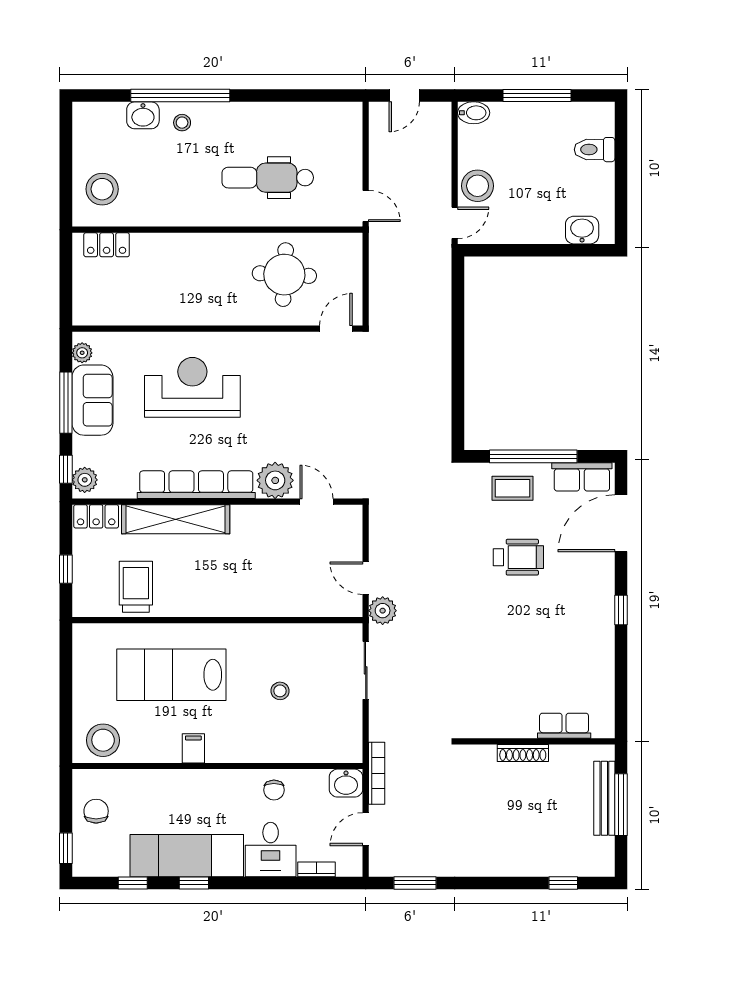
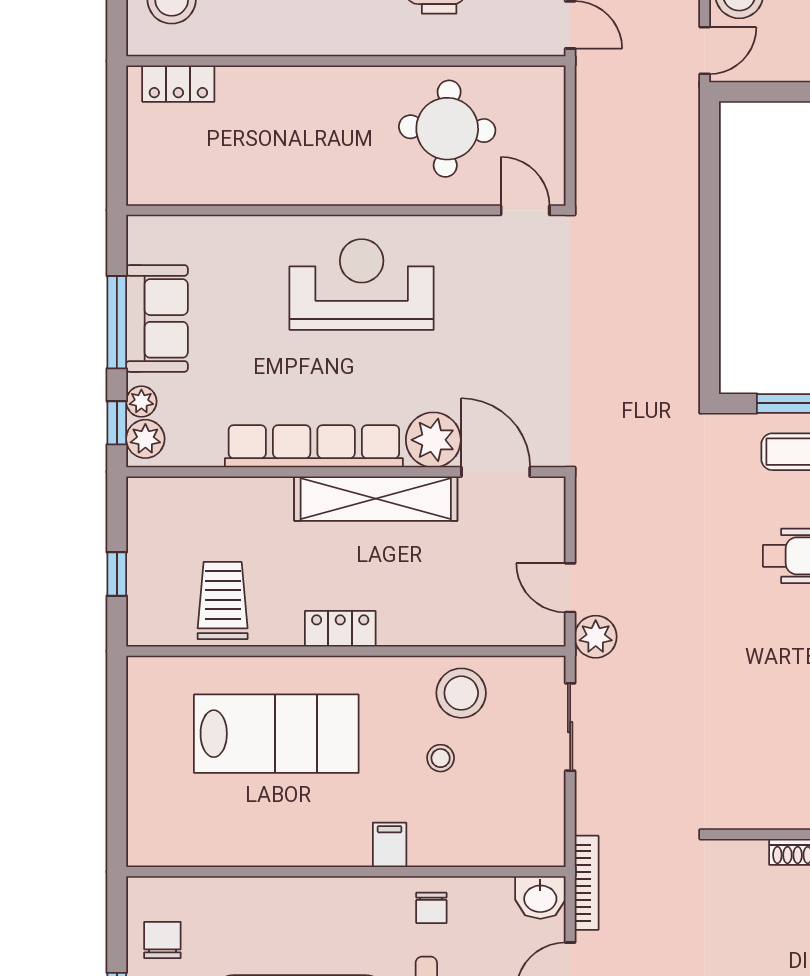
door: (336, 329) -> (525, 210), hinge flipped
plant: (82, 353) -> (141, 401), moved
reception desk: (192, 387) -> (362, 284), moved
door: (316, 502) -> (496, 472), width x1.38
locker: (96, 516) -> (340, 629), moved, turned 180
shelving: (176, 519) -> (376, 499), moved
lab bench: (171, 675) -> (276, 734), turned 180
stool: (103, 740) -> (461, 693), moved
filing cabinet: (193, 748) -> (390, 845), moved

